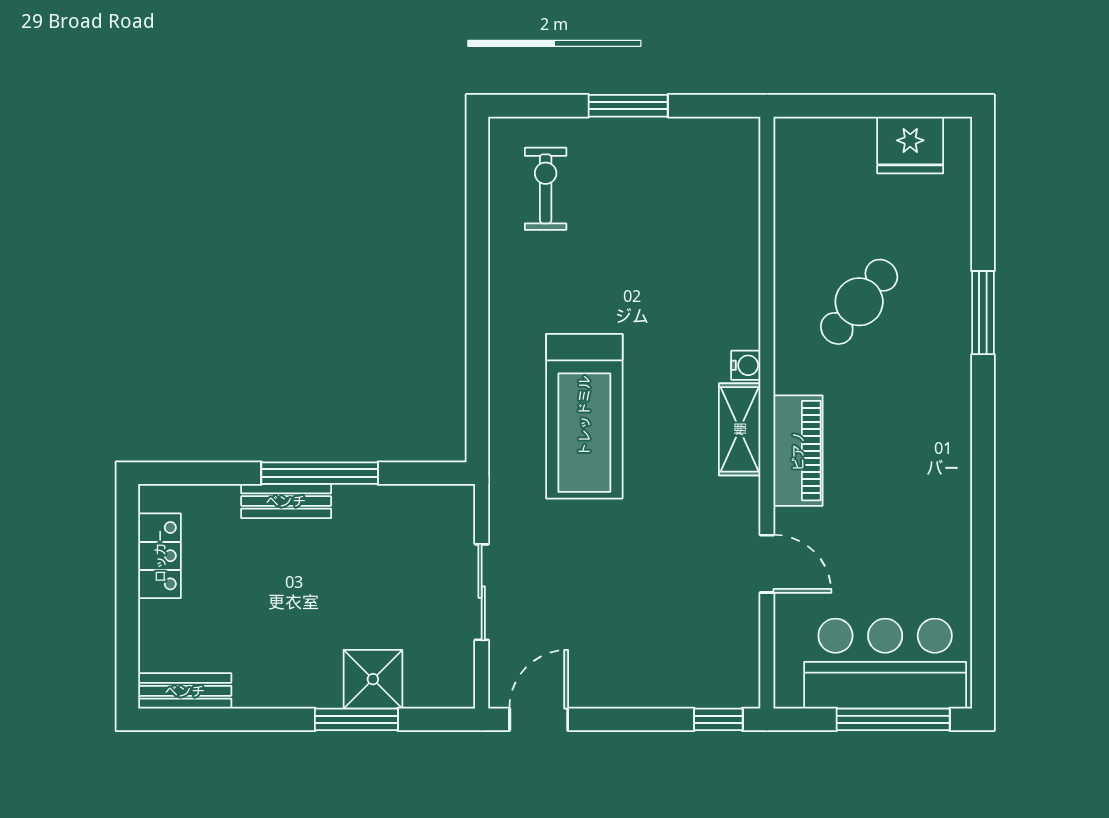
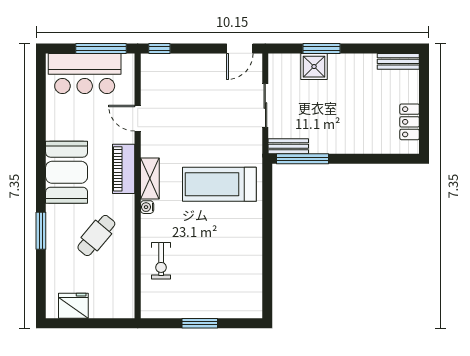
exercise bike: (546, 189) -> (161, 261), moved
treadmill: (584, 416) -> (219, 184), turned -90
booth: (926, 443) -> (67, 172), added
window: (320, 473) -> (302, 159), moved
bench: (286, 501) -> (288, 146), moved
window: (893, 719) -> (101, 49), moved

